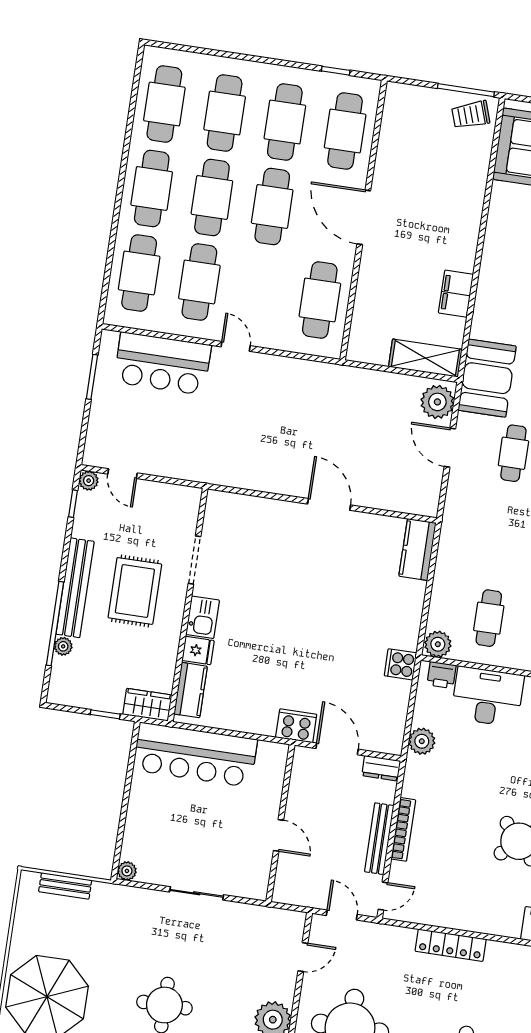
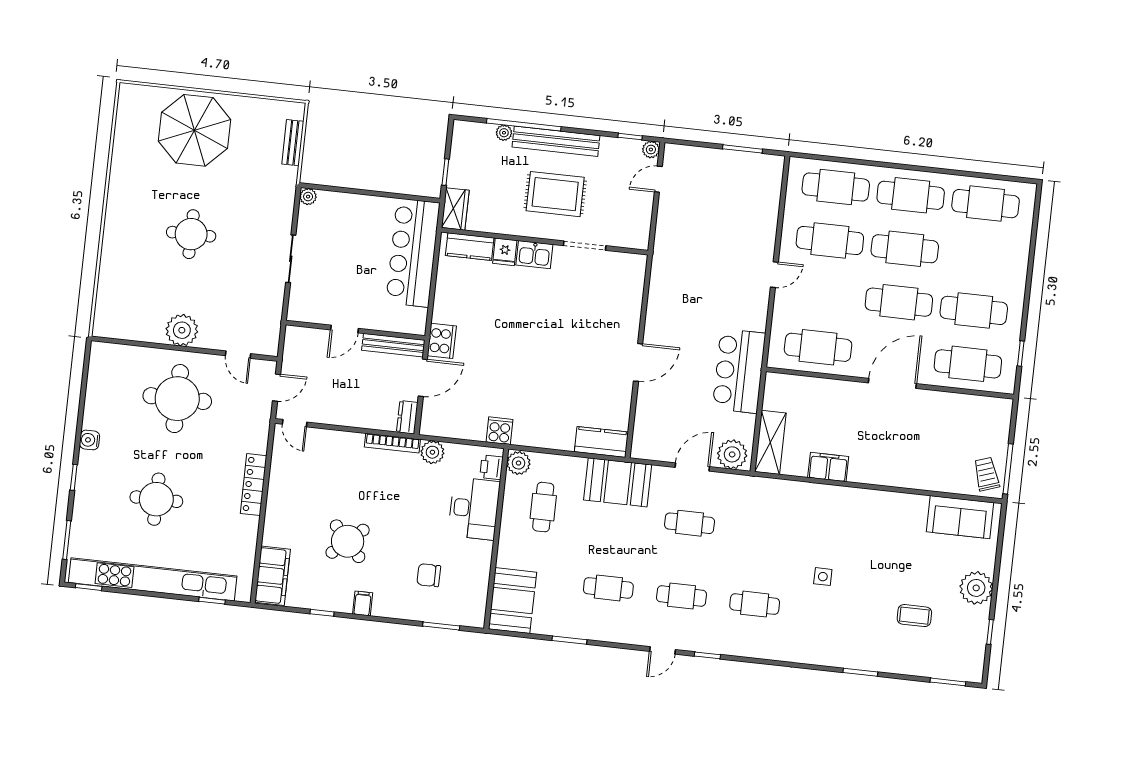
cafe table: (225, 113) -> (980, 257), removed
bar counter: (163, 364) -> (739, 371), moved
booth: (487, 378) -> (618, 482), moved
cafe table: (489, 618) -> (543, 507), turned 90
bookcase: (403, 829) -> (392, 443), moved
bench: (379, 839) -> (393, 345), moved

